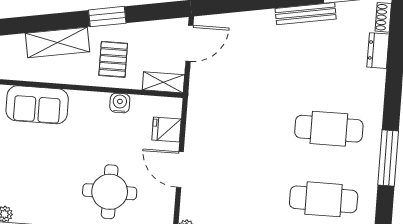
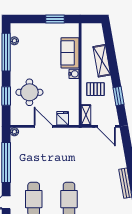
window: (107, 17) -> (119, 96), moved
water cooler: (120, 103) -> (74, 74), moved
door: (180, 170) -> (43, 126), hinge flipped

